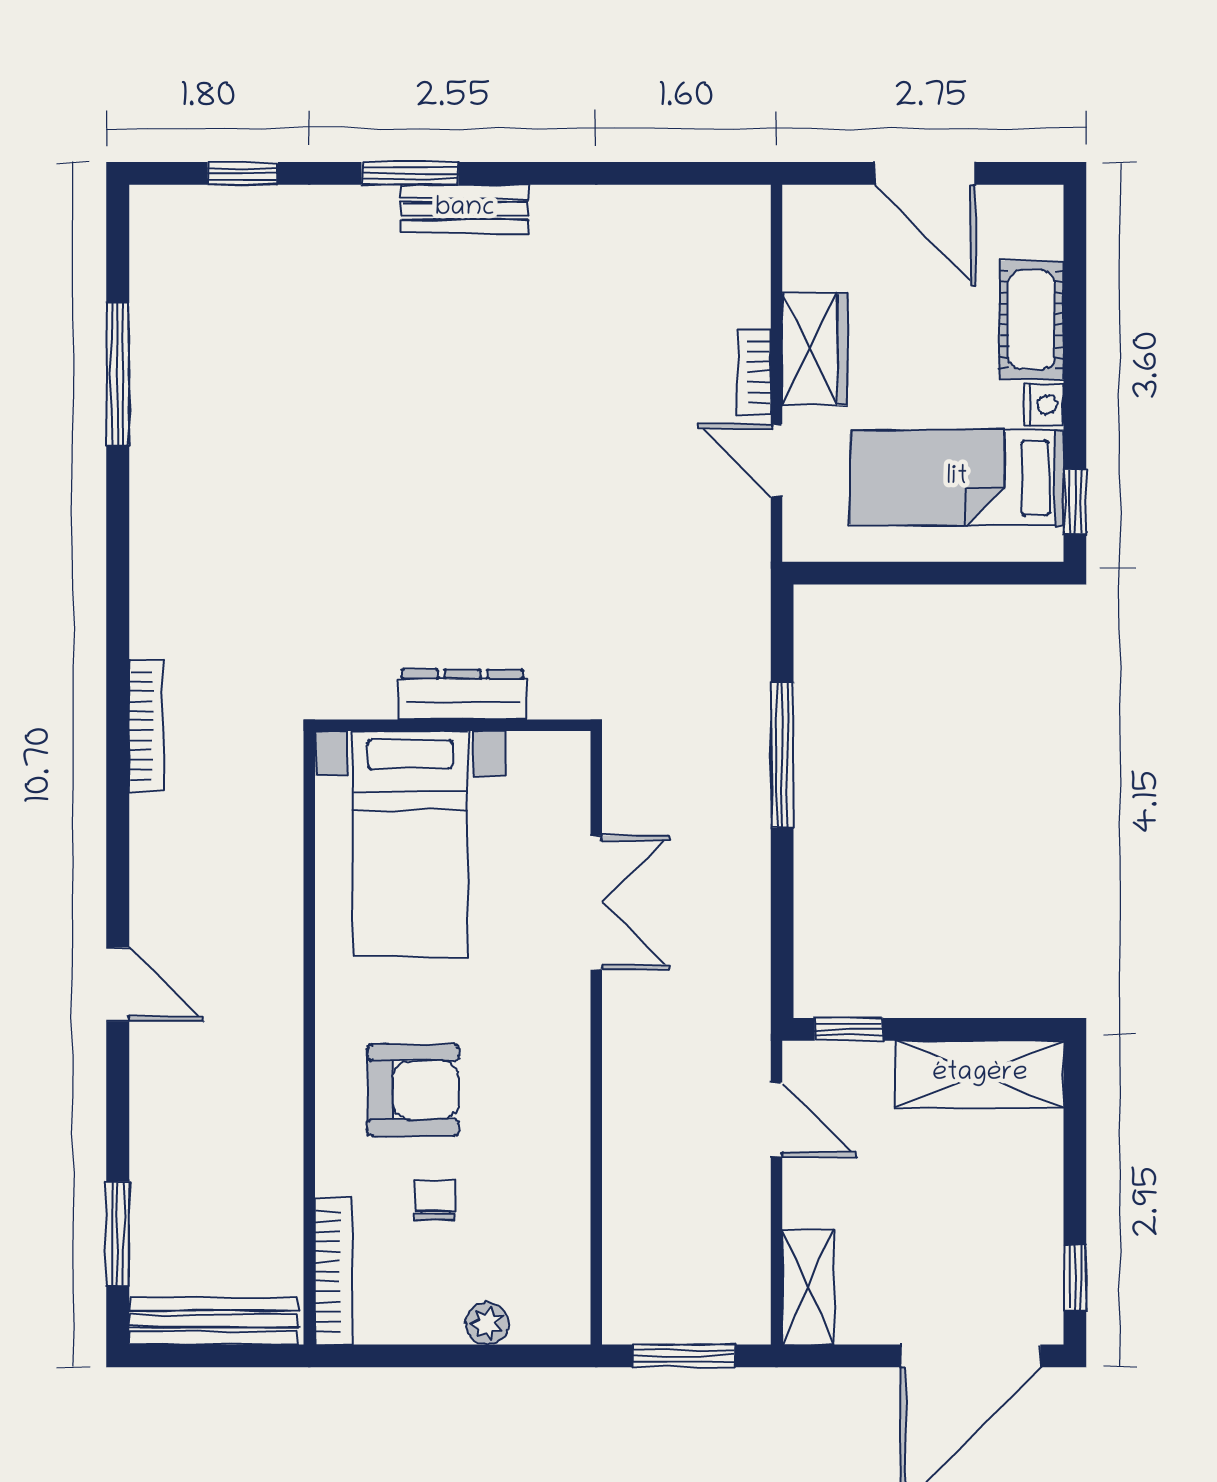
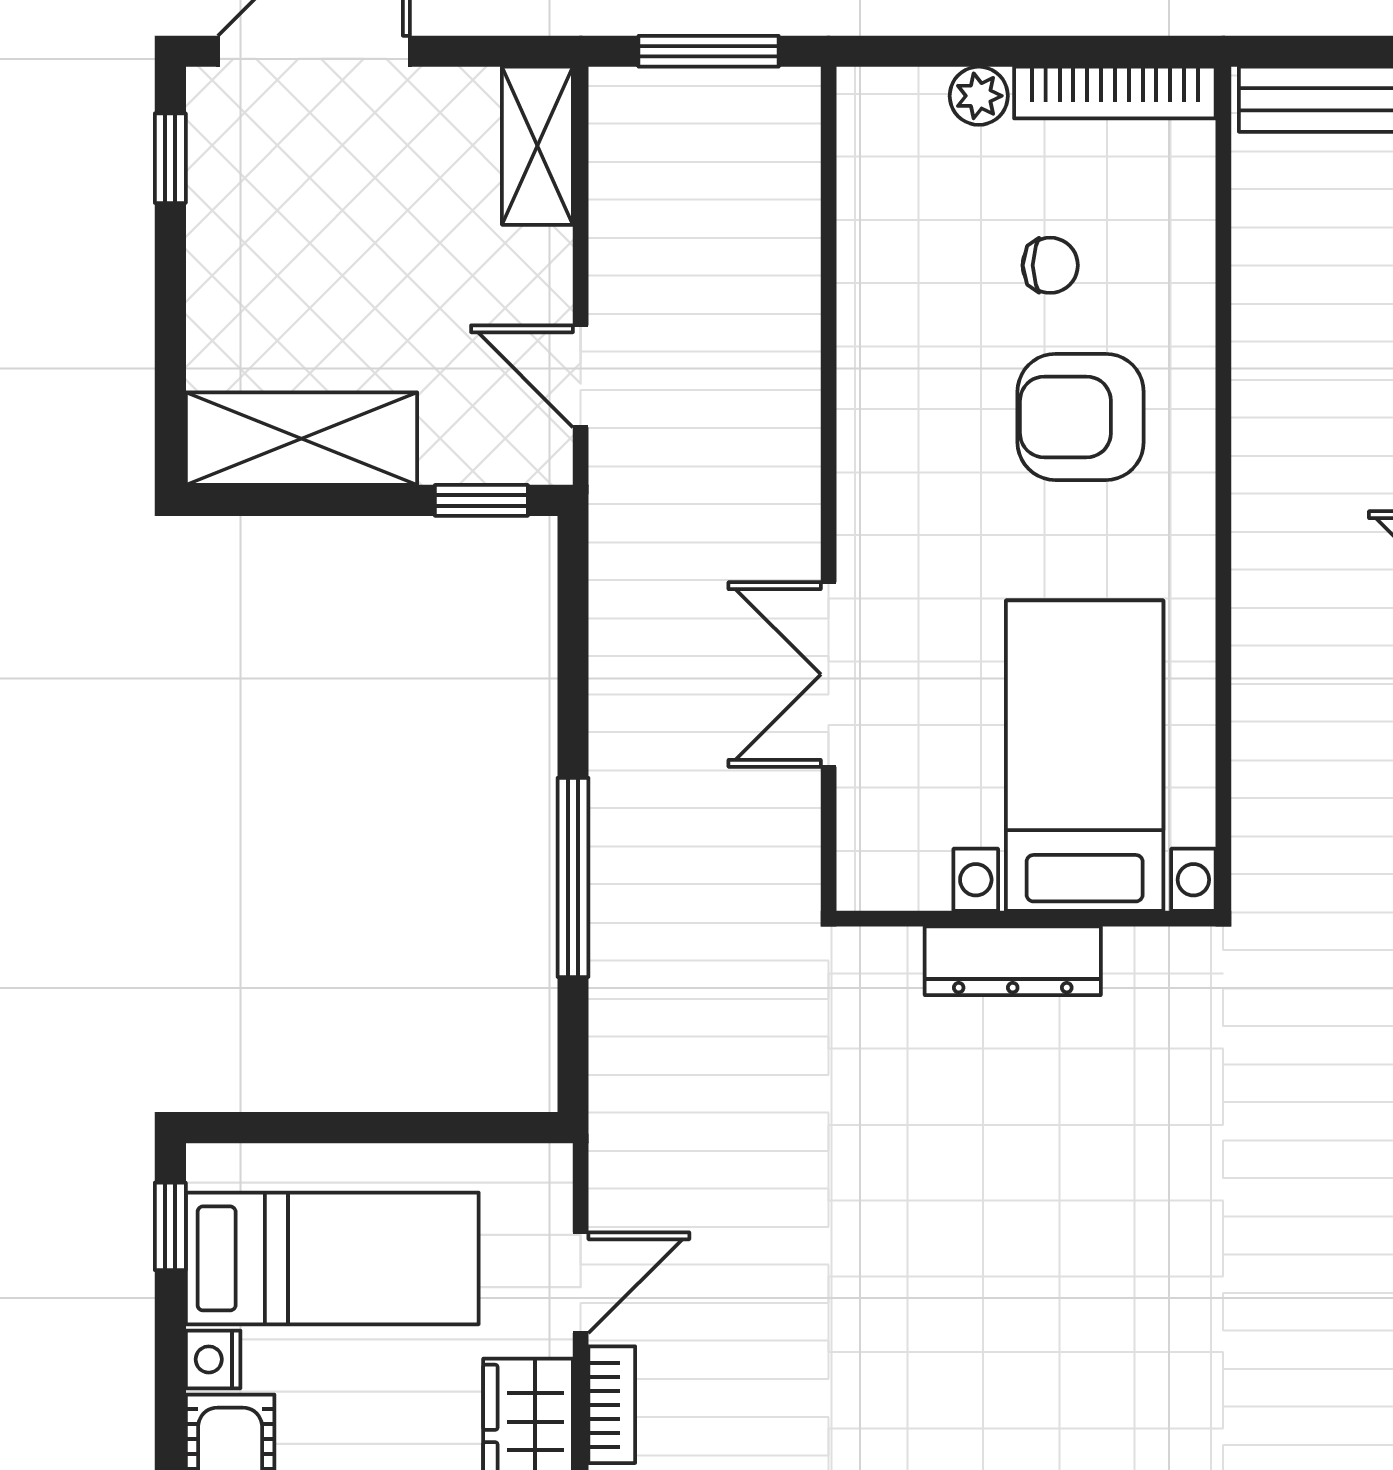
door: (777, 460) -> (581, 1283), hinge flipped
chair: (435, 1200) -> (1050, 265), turned -90
bookcase: (334, 1271) -> (1115, 93), moved, turned -90

